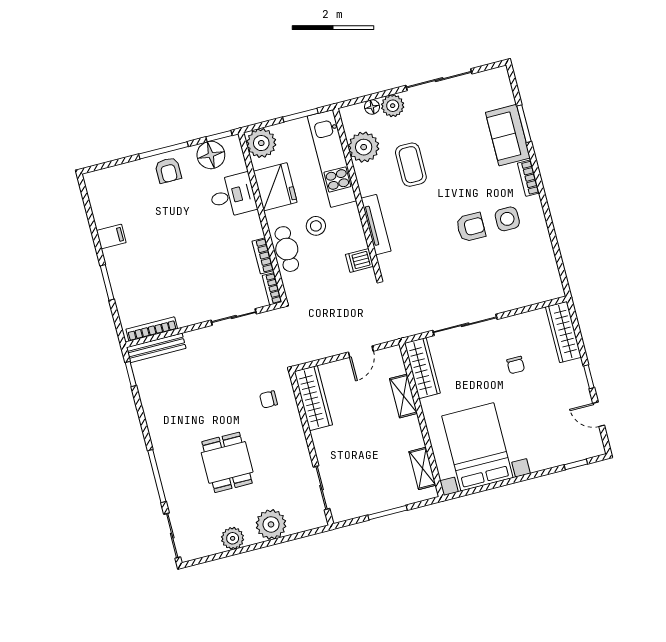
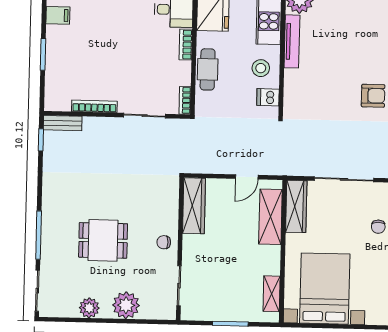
coffee table: (411, 165) -> (336, 27), removed
tv unit: (376, 225) -> (292, 41), moved
stool: (316, 226) -> (261, 68), moved
bookcase: (263, 256) -> (186, 45), moved
bookcase: (152, 329) -> (94, 106), moved
bench: (156, 348) -> (63, 123), width x0.73
shelving: (403, 396) -> (270, 217), width x1.50, depth x1.33
chair: (268, 399) -> (164, 242), moved
dining table: (227, 462) -> (103, 240), turned 90

